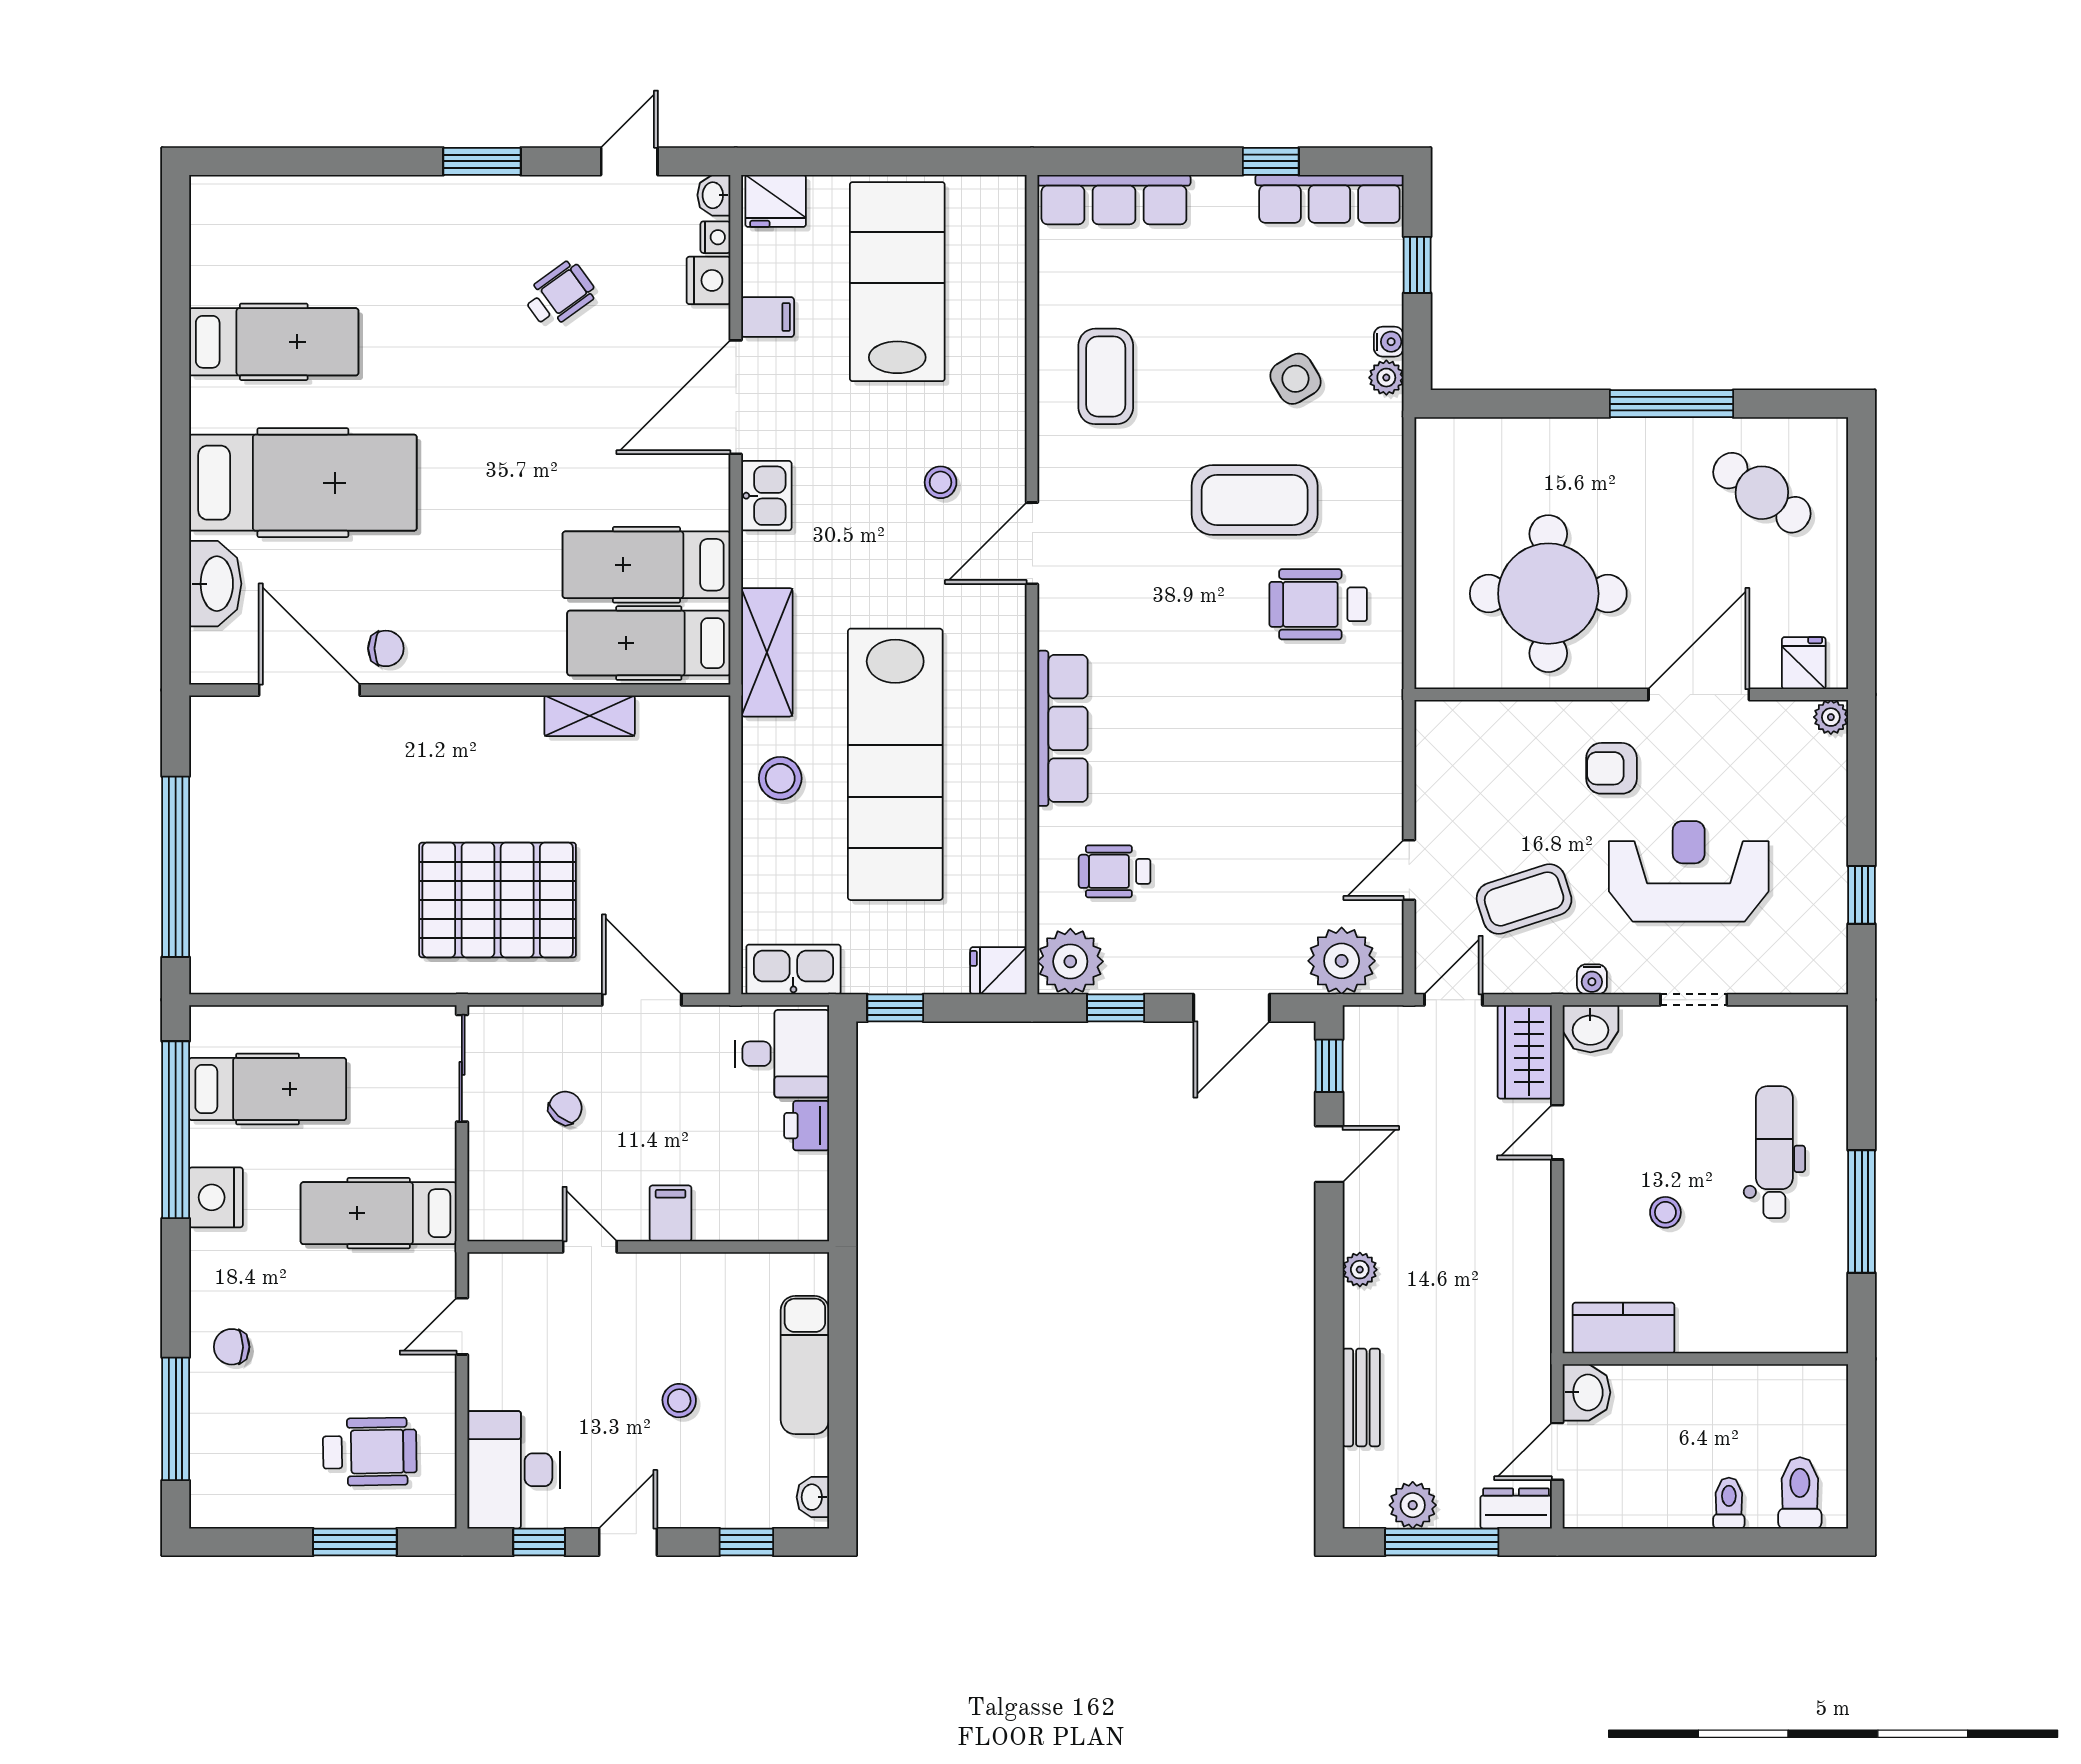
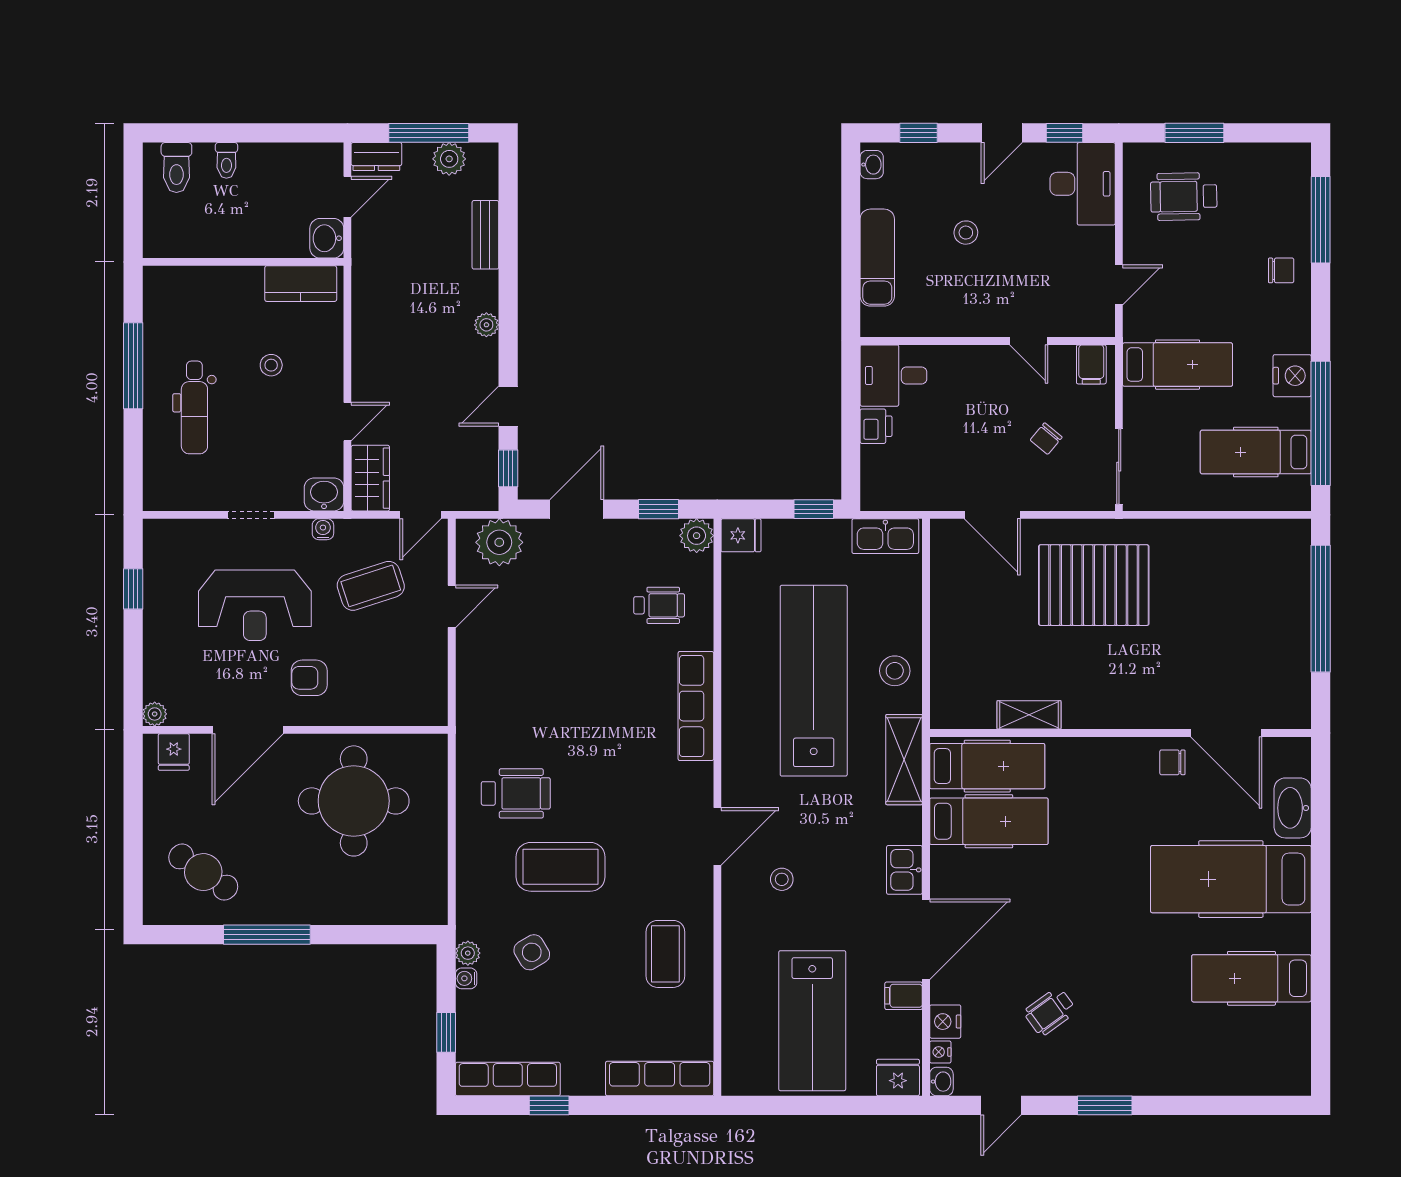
armchair: (1611, 768) -> (309, 678), turned 180
plant: (1070, 961) -> (697, 536), width x0.73, depth x0.73
desk: (782, 1054) -> (893, 376), moved
filing cabinet: (671, 1213) -> (1091, 364), moved

